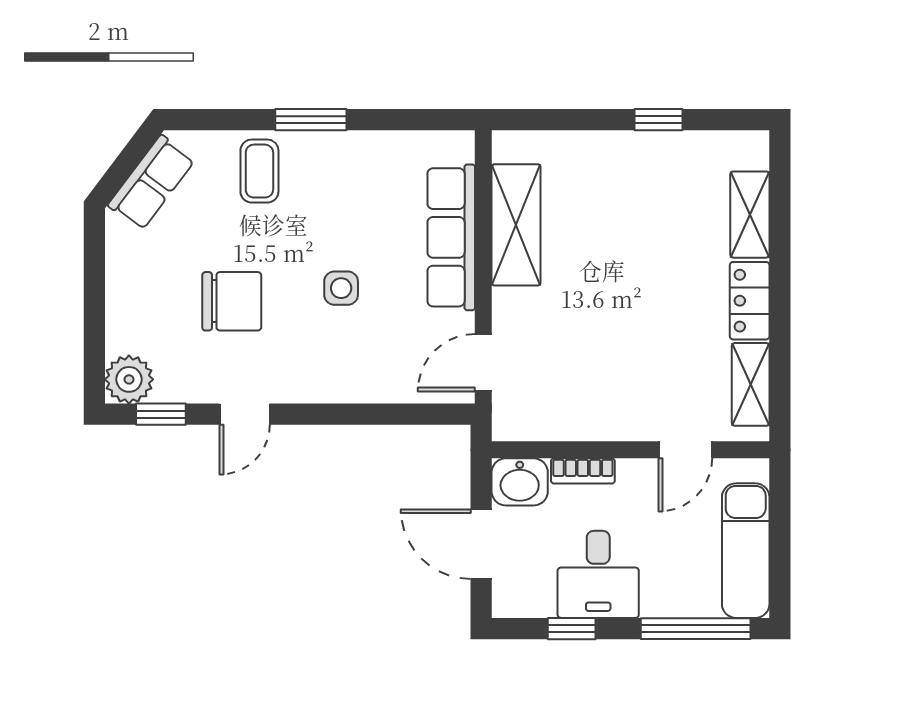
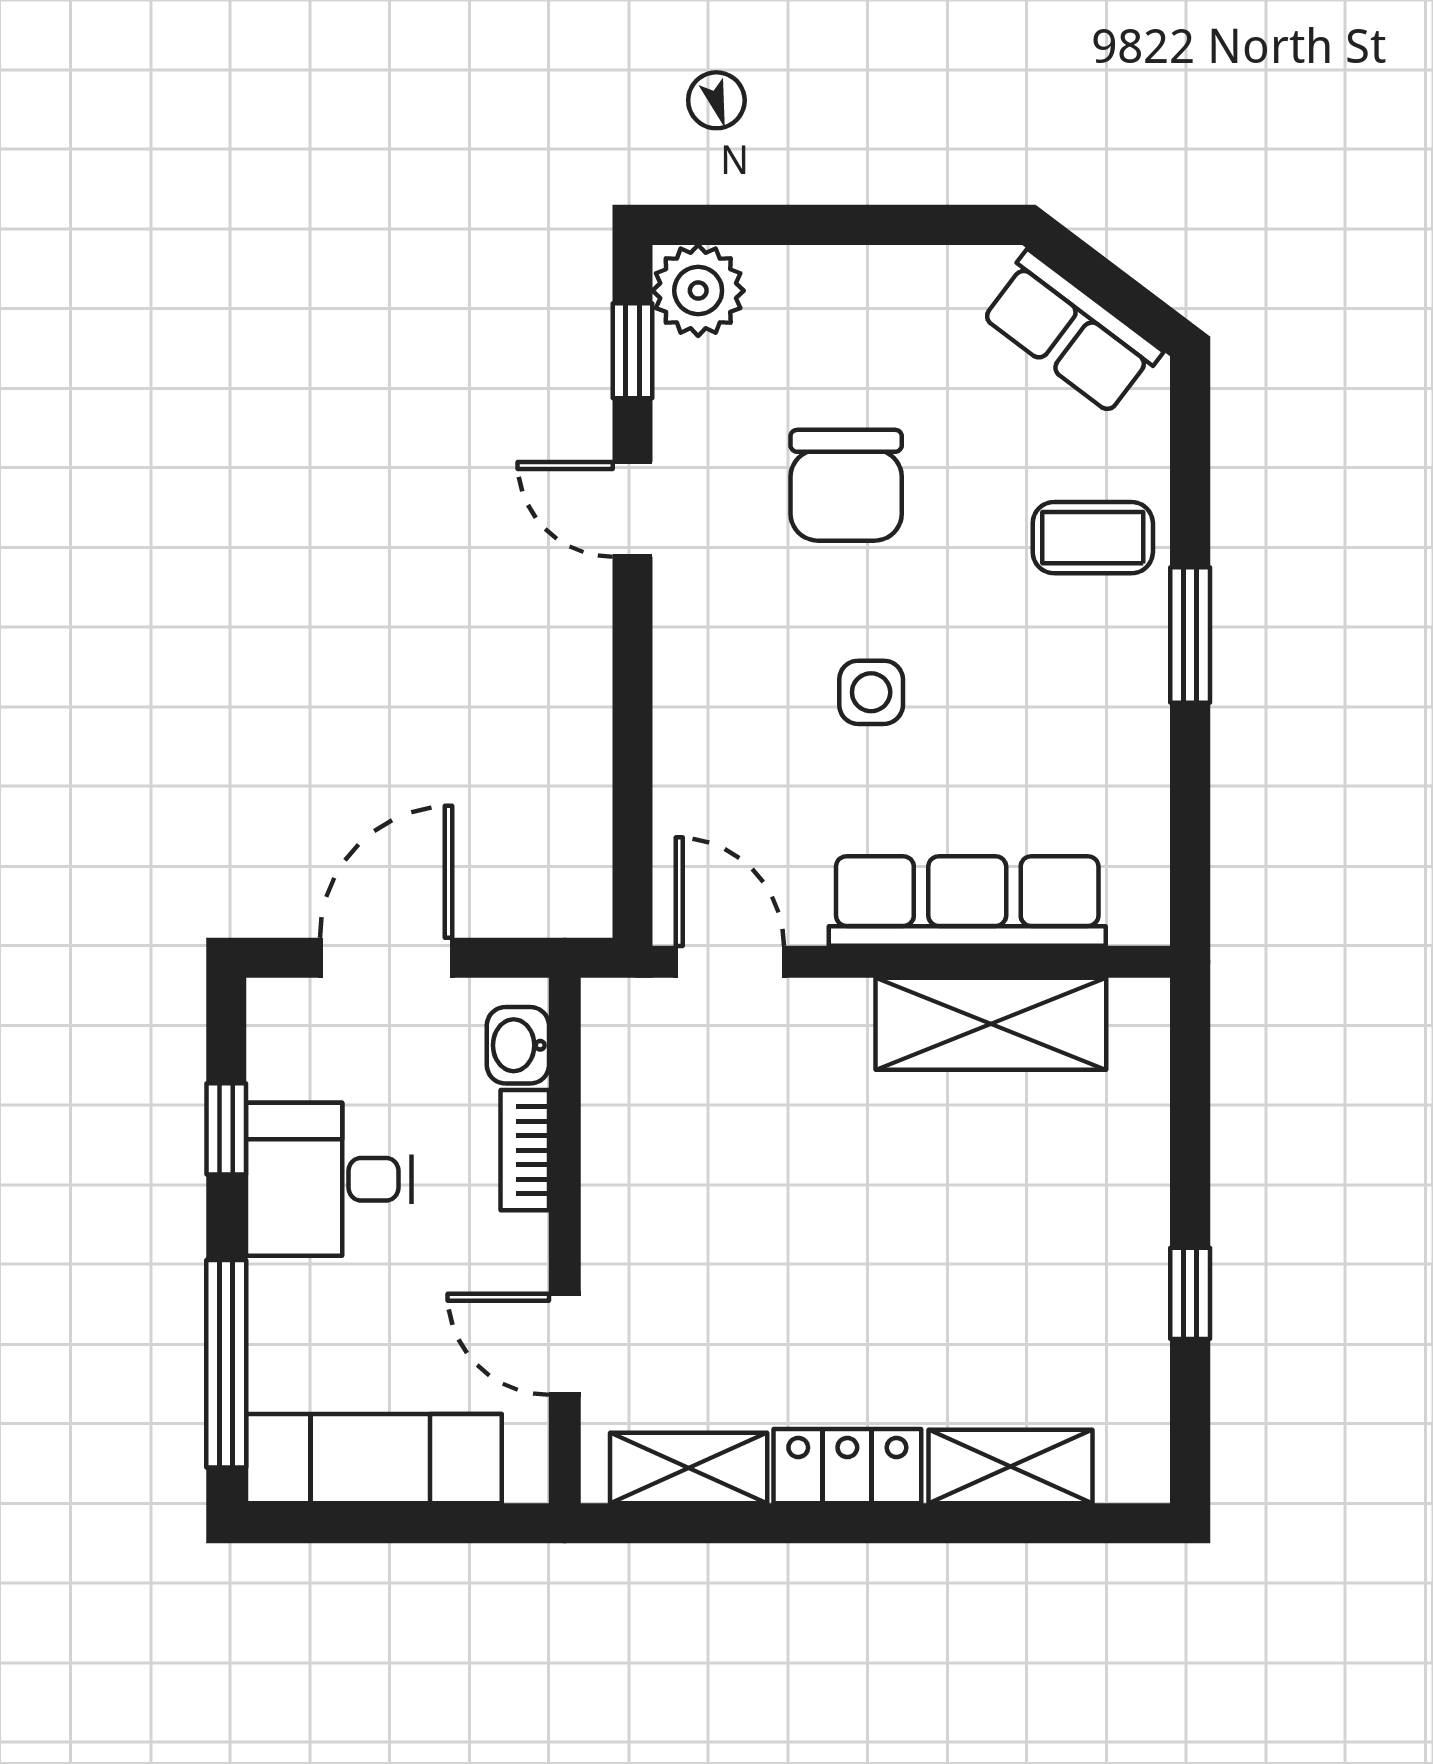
washbasin: (520, 482) -> (518, 1045), width x0.72, depth x0.69

